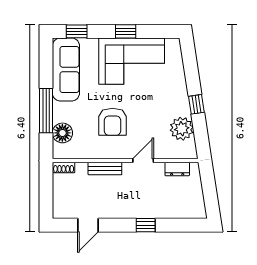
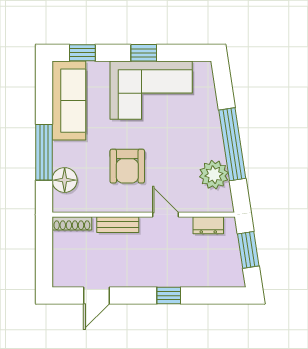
window: (196, 104) -> (232, 144), width x3.17
door: (143, 161) -> (166, 215), hinge flipped
shoe rack: (64, 168) -> (72, 223), width x1.43
window: (209, 189) -> (248, 250), added

